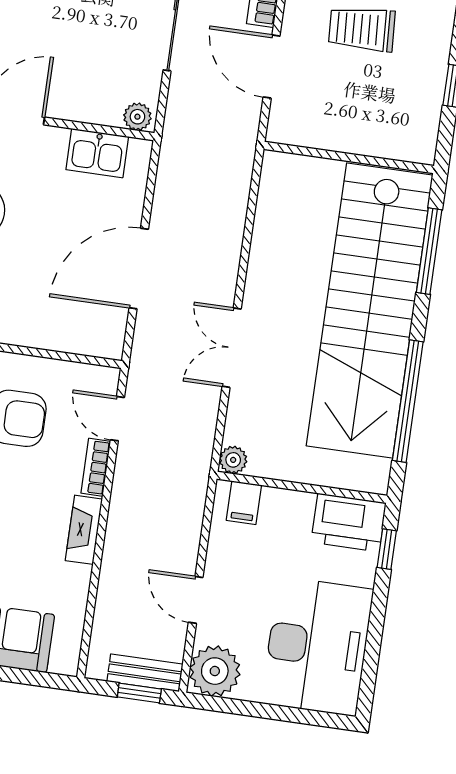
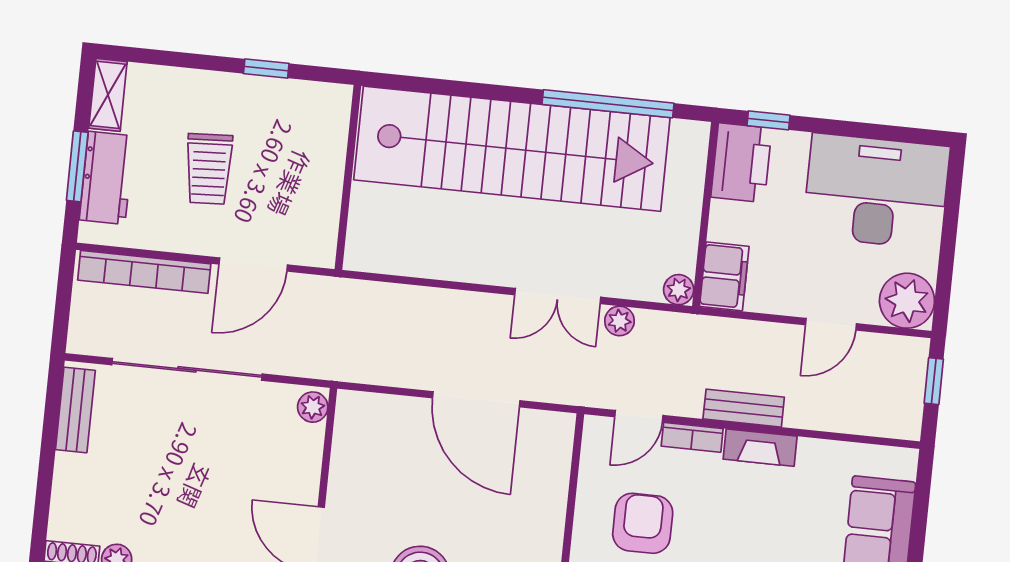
kitchen sink: (97, 153) -> (354, 449), removed
window: (429, 251) -> (446, 87), removed
plant: (206, 404) -> (619, 321), added
filing cabinet: (244, 503) -> (724, 276), width x2.00
bench: (145, 673) -> (744, 408), moved, turned 90

